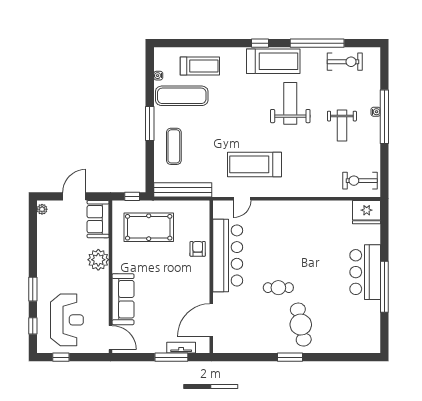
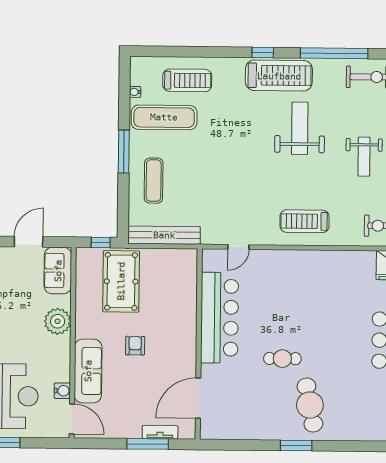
treadmill: (255, 164) -> (305, 221), moved, width x0.73, depth x0.73
pool table: (149, 227) -> (121, 281), turned 90
armchair: (198, 249) -> (135, 346), moved
water cooler: (103, 315) -> (62, 391), added

